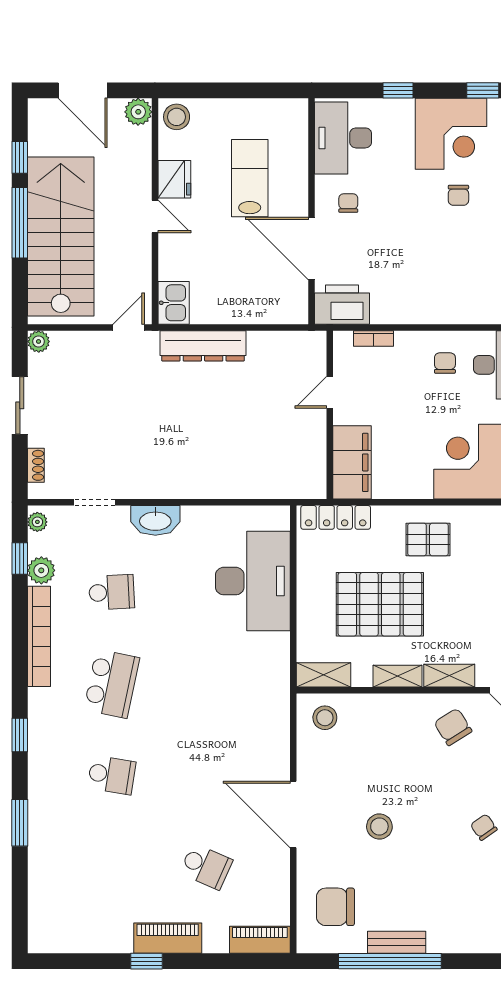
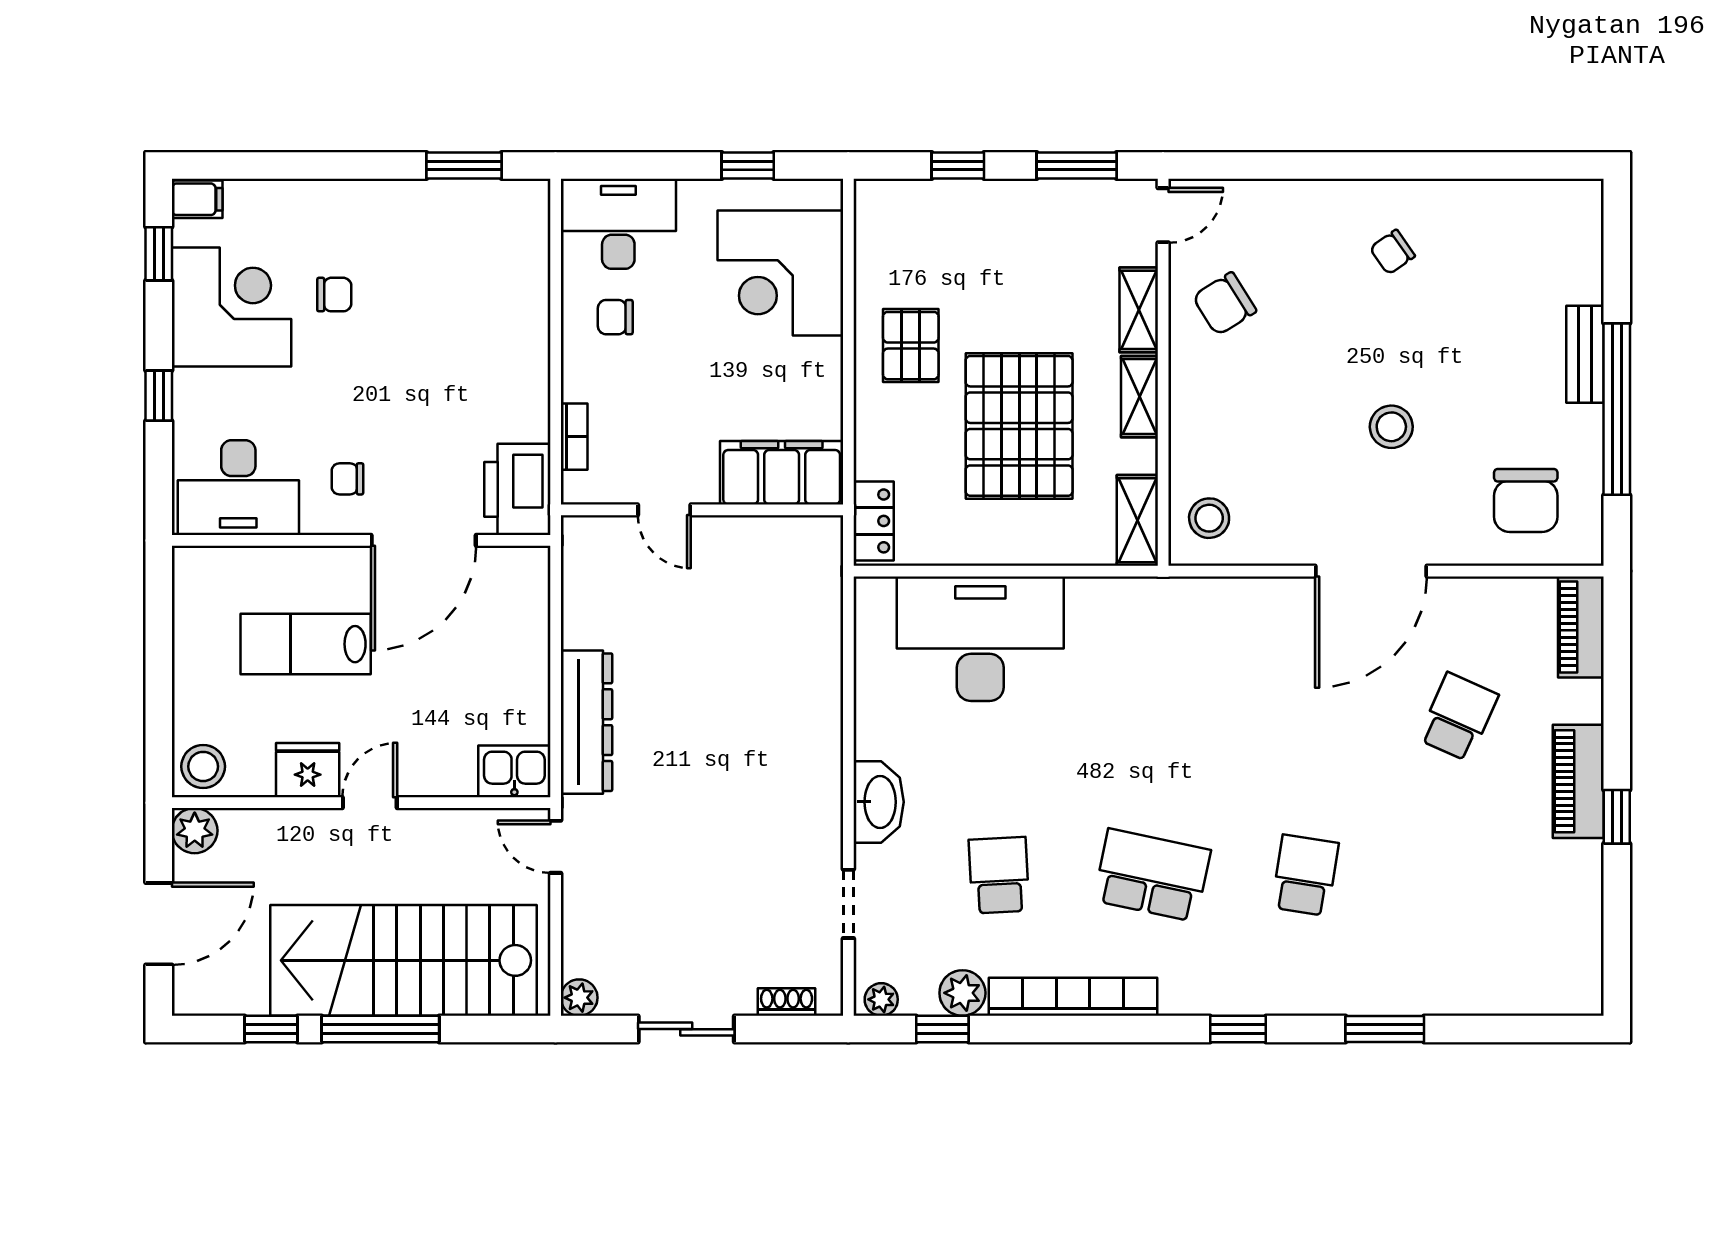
locker: (336, 517) -> (874, 521), width x0.66
bench: (397, 942) -> (1585, 354), moved

